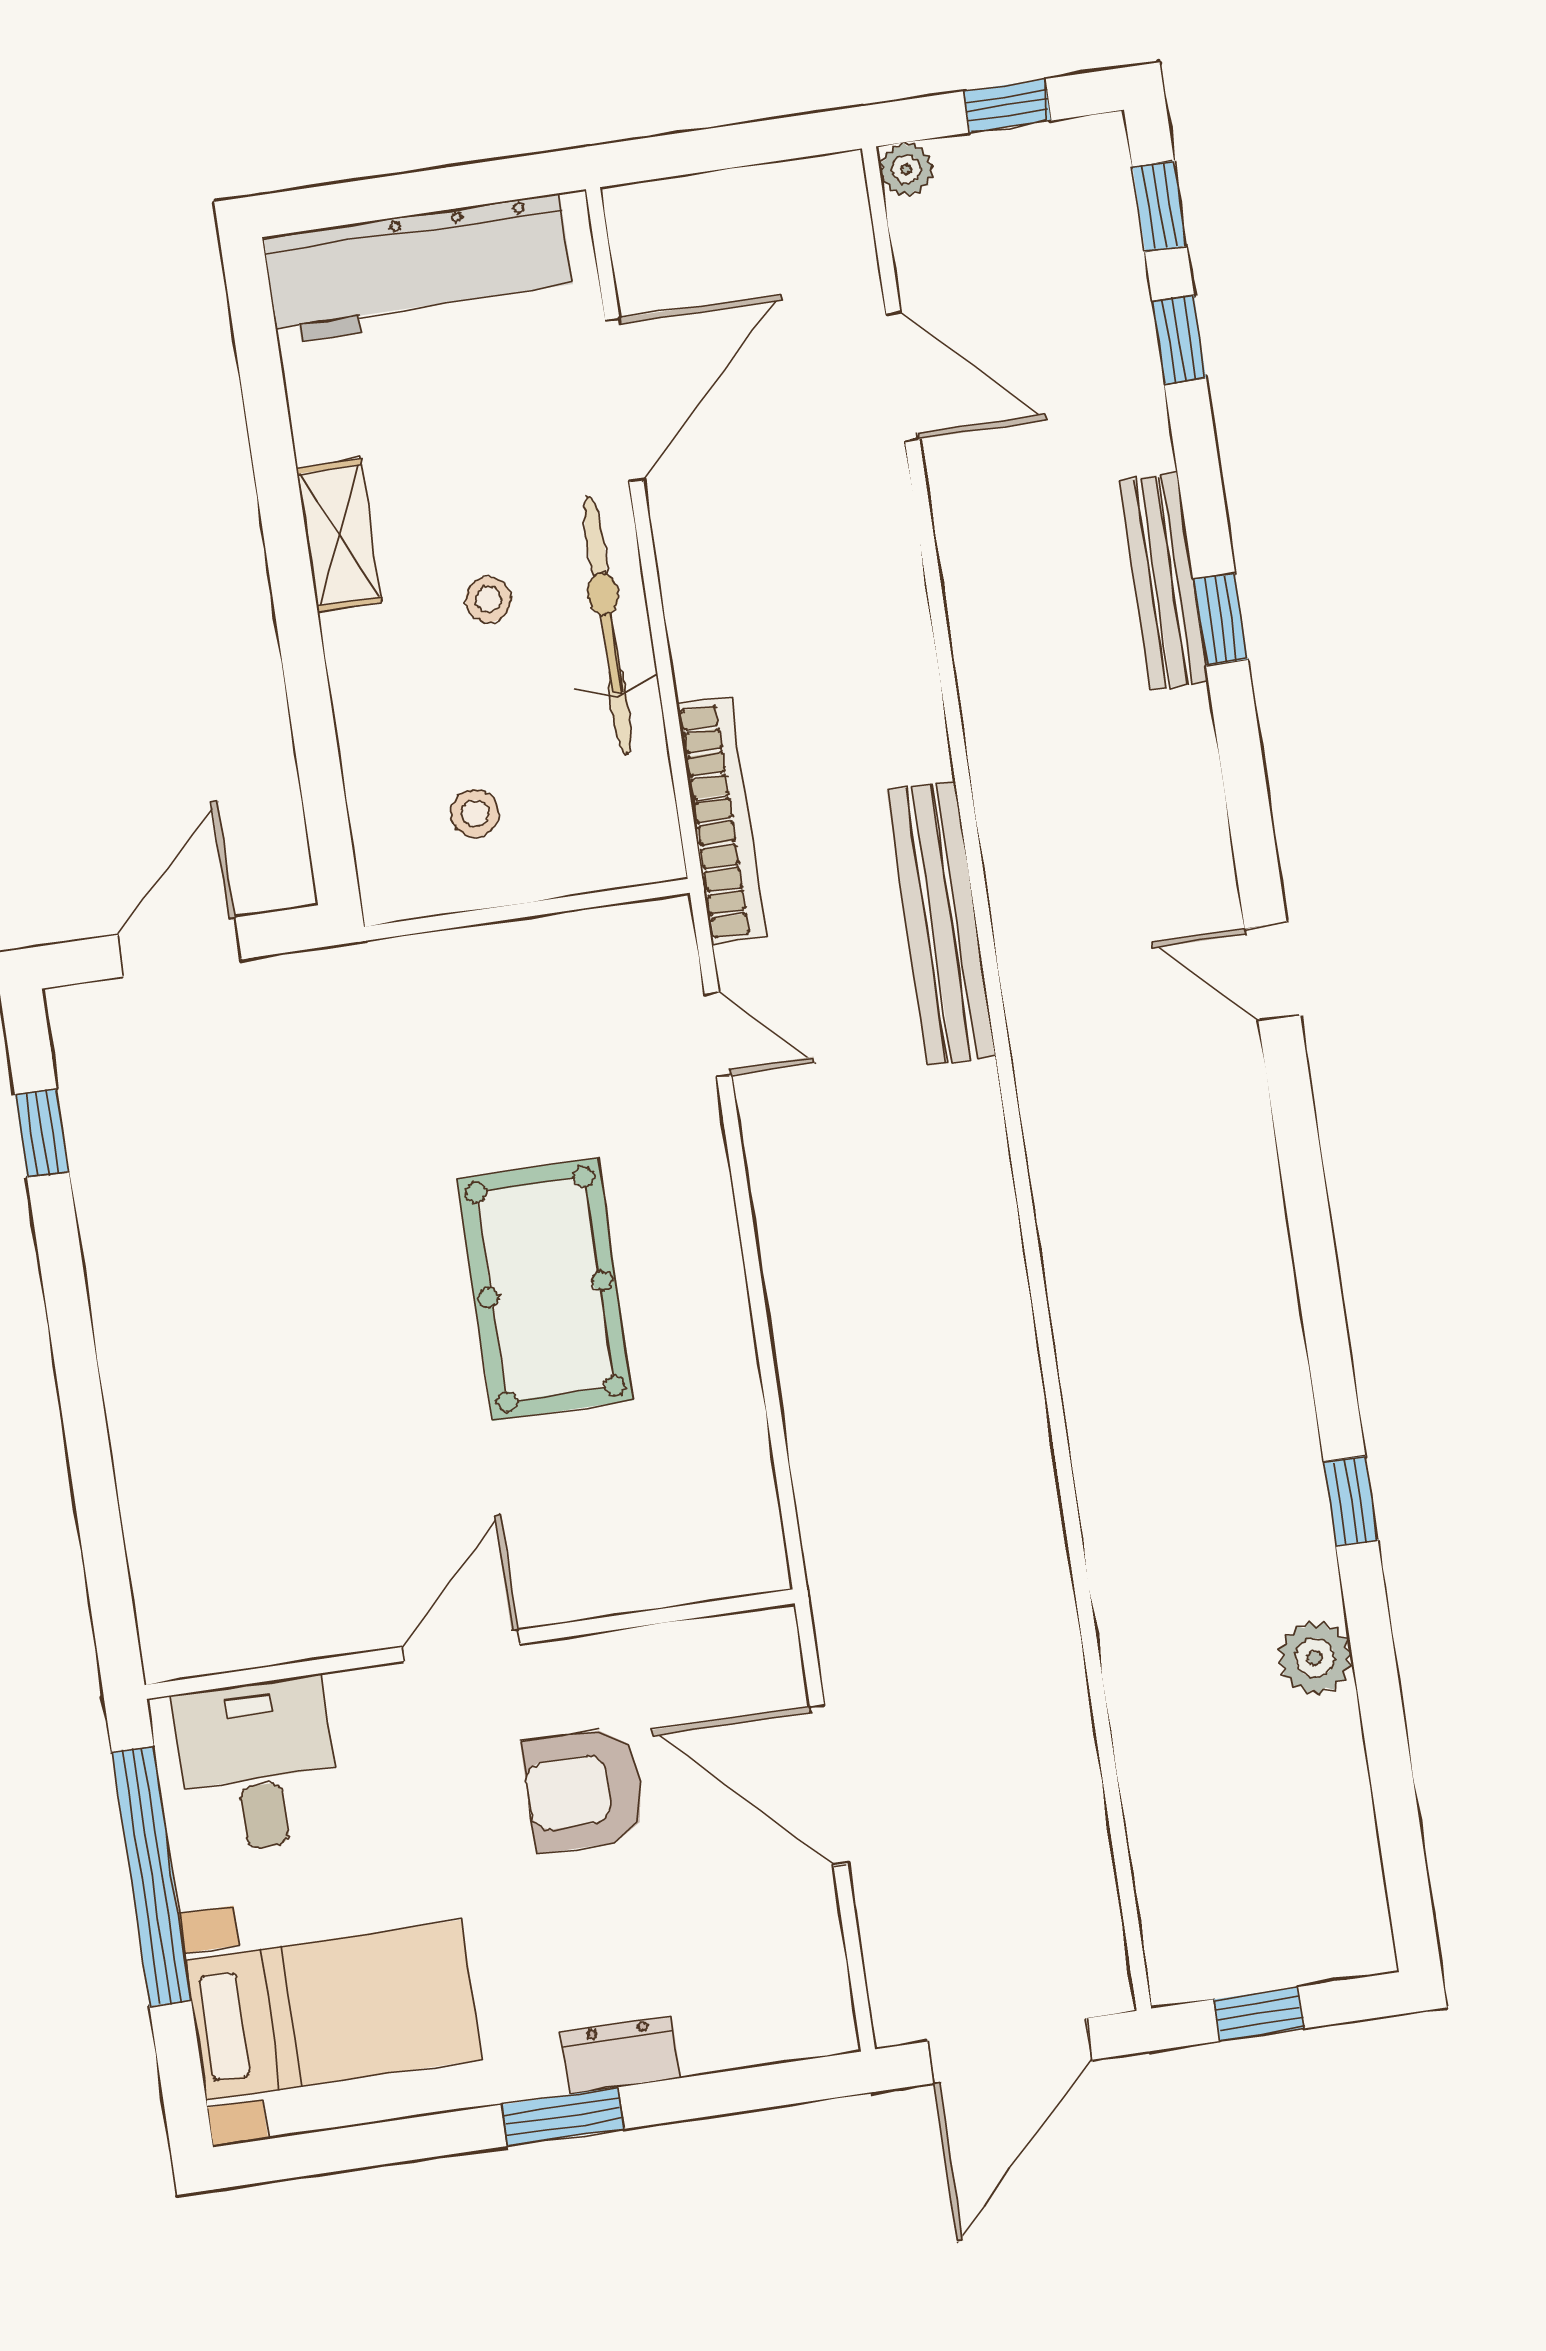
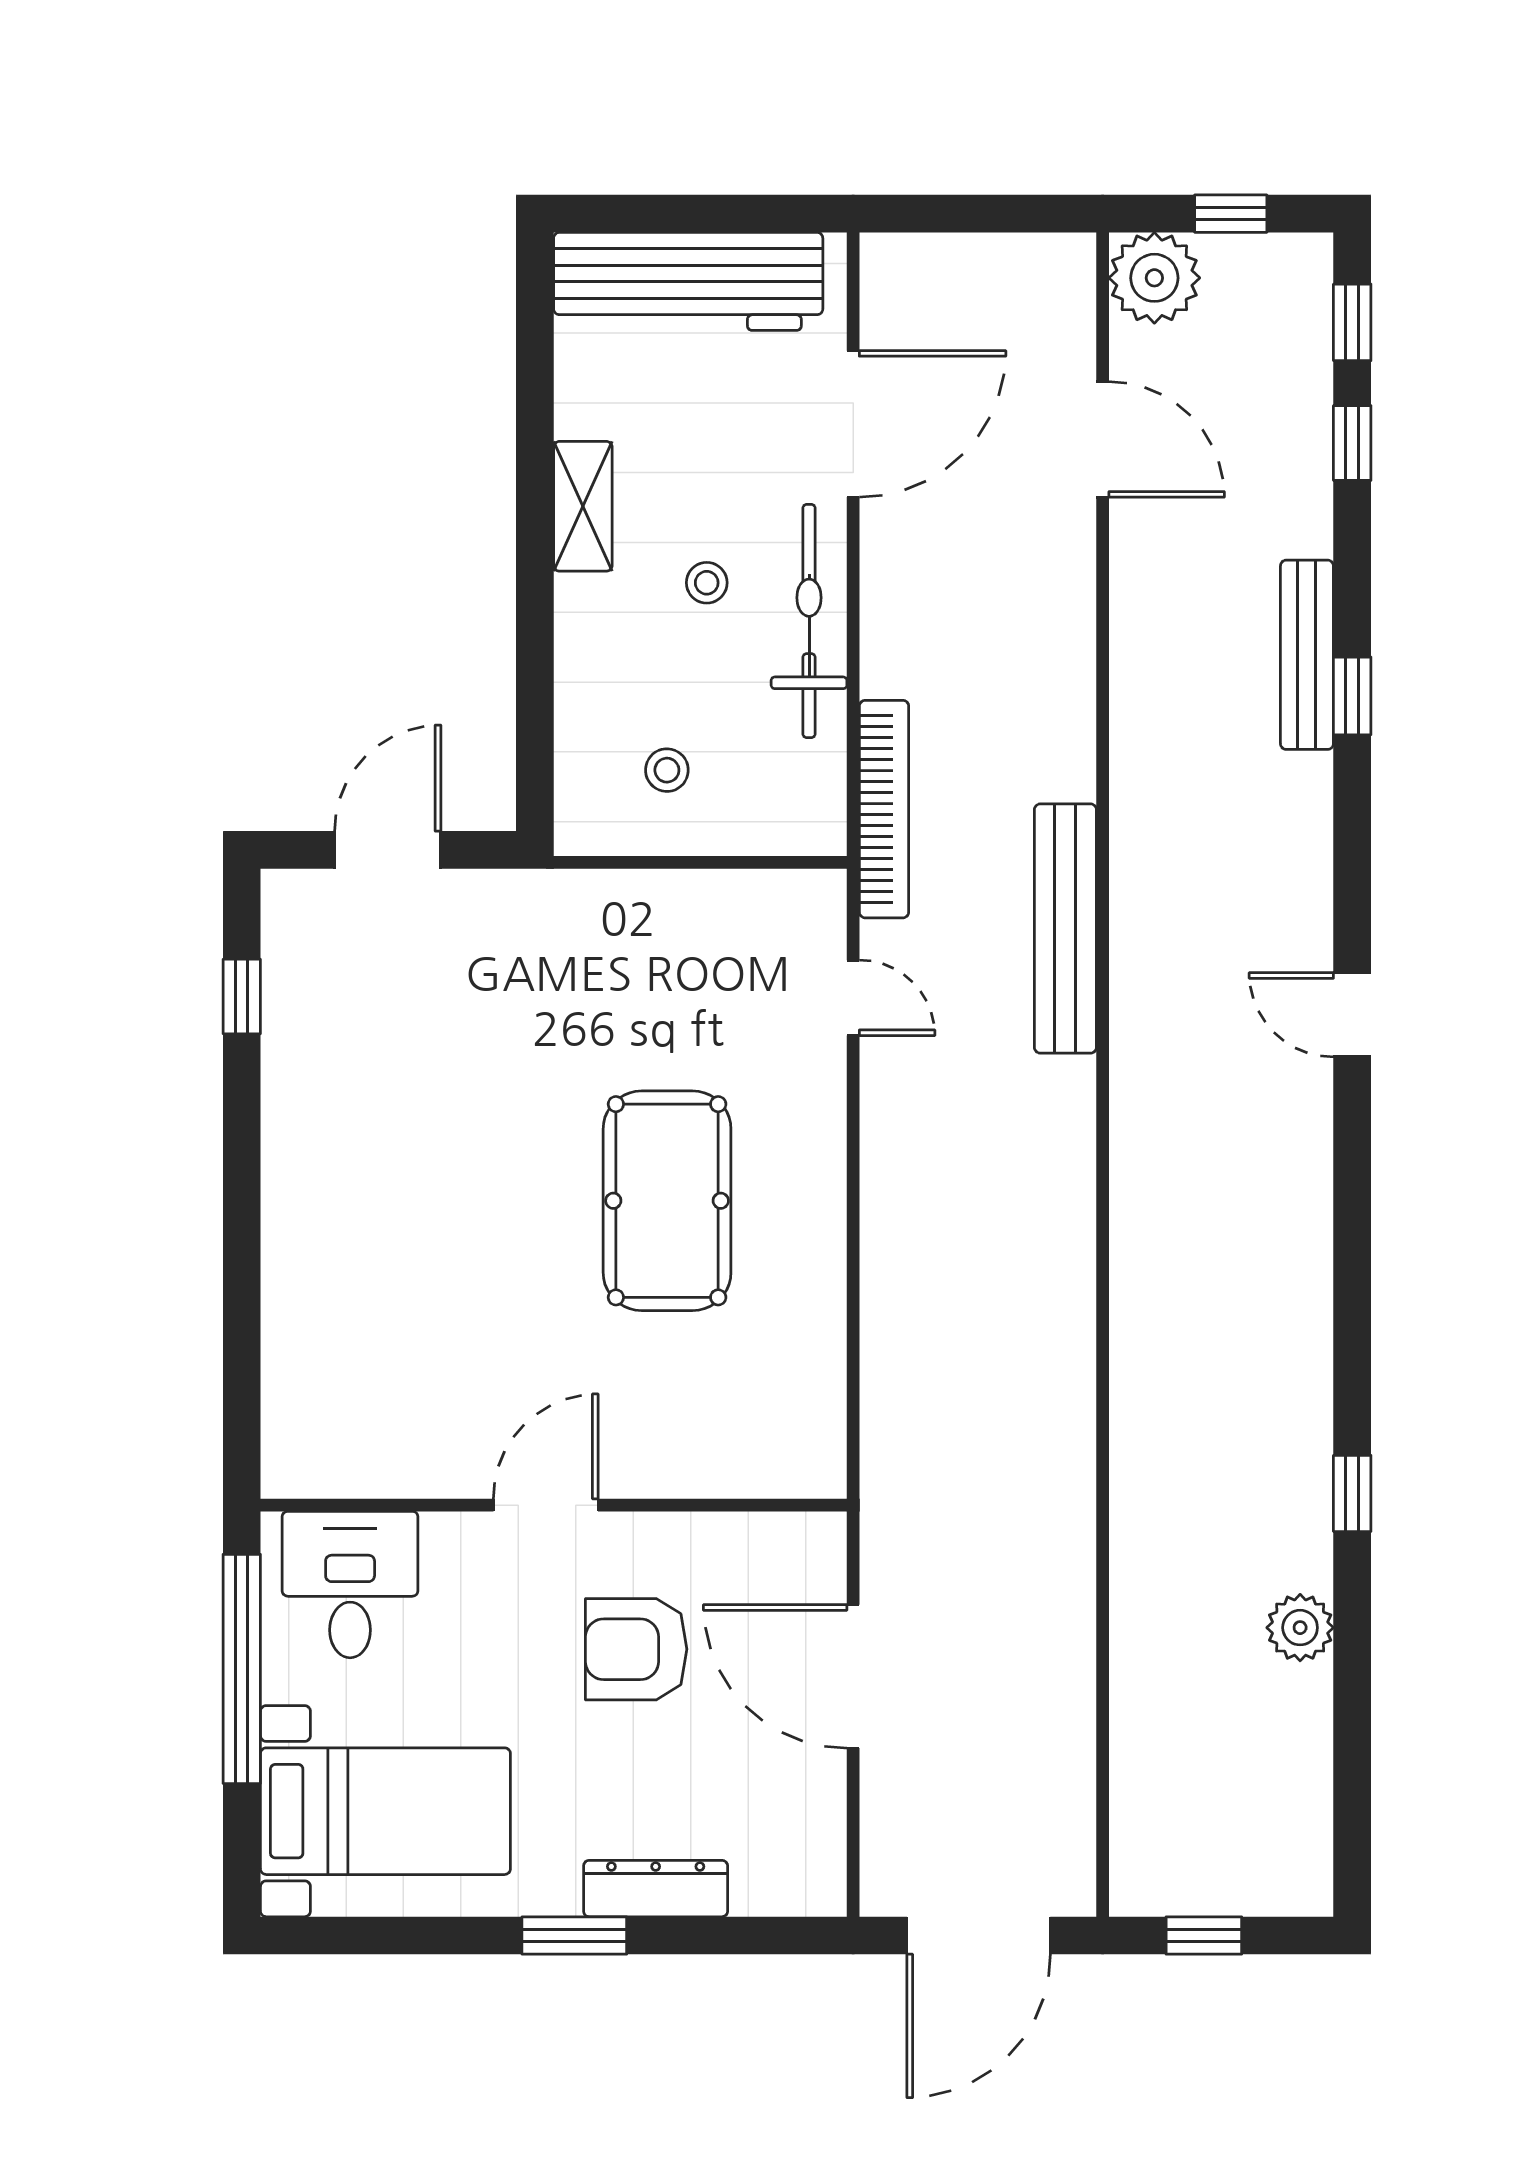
plant: (907, 169) -> (1154, 278), width x1.87, depth x1.87
dresser: (621, 2055) -> (656, 1889), width x1.44

